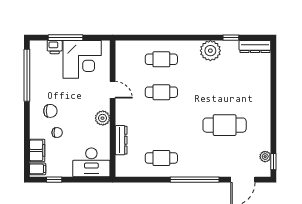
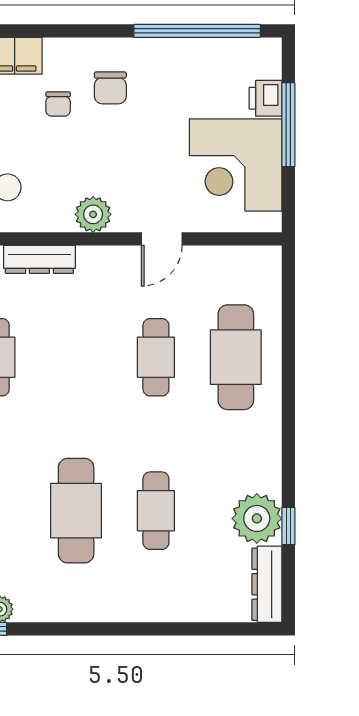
plant: (210, 51) -> (257, 518), moved
cafe table: (161, 59) -> (236, 357), width x1.37, depth x1.35
cafe table: (225, 92) -> (156, 511), added

